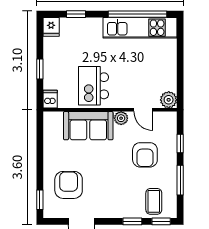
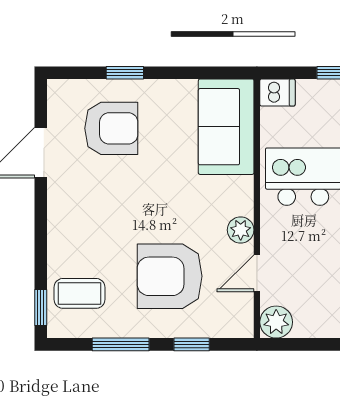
sofa: (88, 126) -> (226, 127), moved
armchair: (145, 155) -> (170, 276), width x1.36, depth x1.36
window: (40, 200) -> (125, 73), moved
window: (132, 221) -> (41, 252), removed

